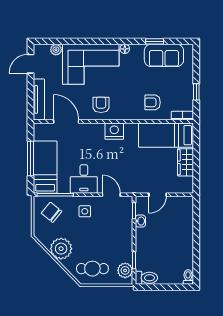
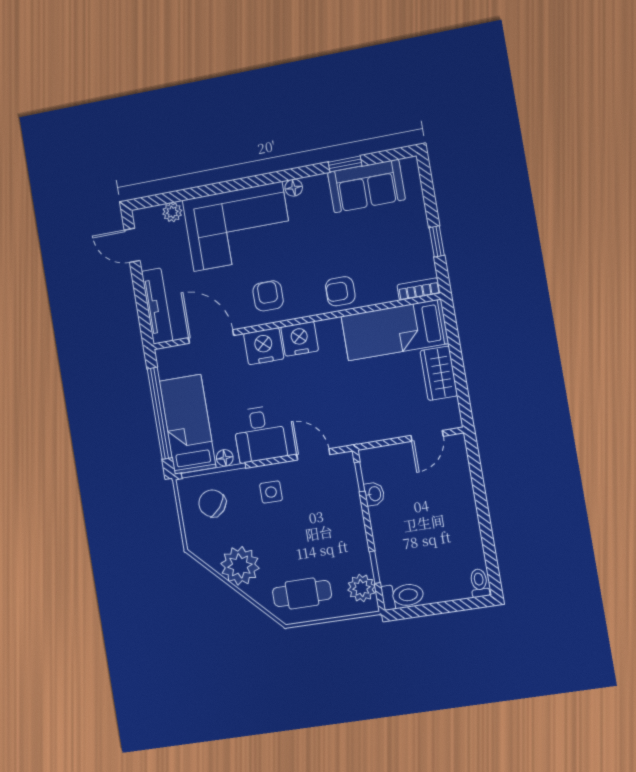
door: (31, 64) -> (132, 245), hinge flipped
armchair: (153, 102) -> (340, 291), moved
nightstand: (94, 132) -> (264, 346), added
window: (31, 158) -> (160, 413), width x1.46
floor lamp: (63, 189) -> (225, 458), added
door: (158, 195) -> (427, 436), moved

